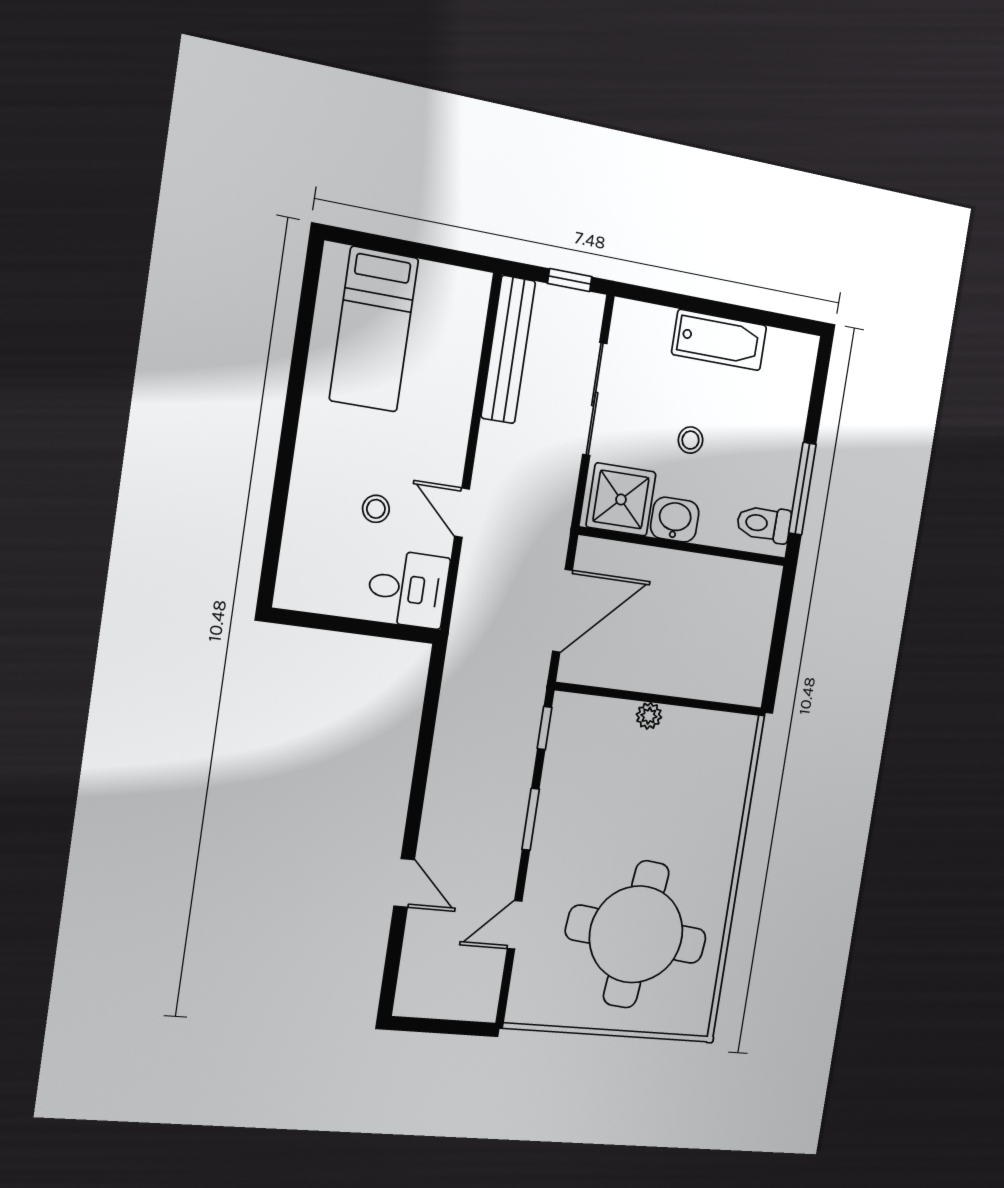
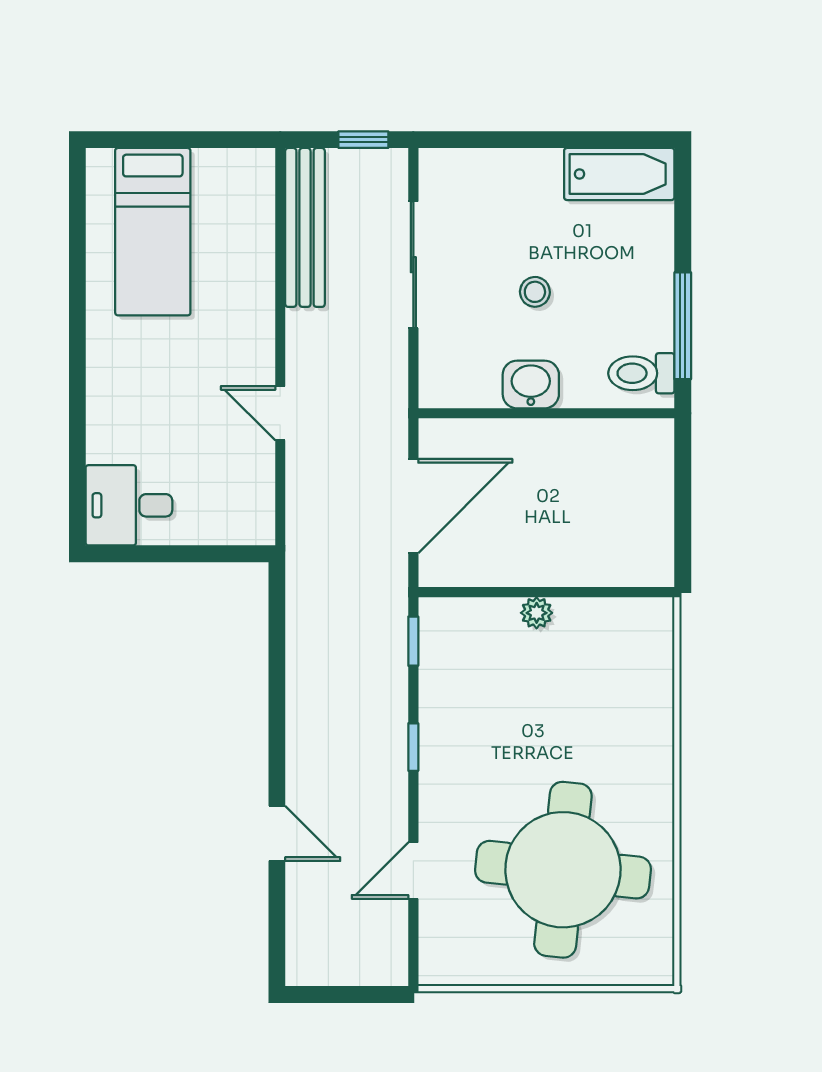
bathtub: (719, 340) -> (619, 174), moved
shower: (621, 499) -> (462, 371), removed
stool: (376, 509) -> (183, 423), removed
desk: (408, 589) -> (129, 505), moved, turned 180
window: (531, 819) -> (413, 747), width x0.67

